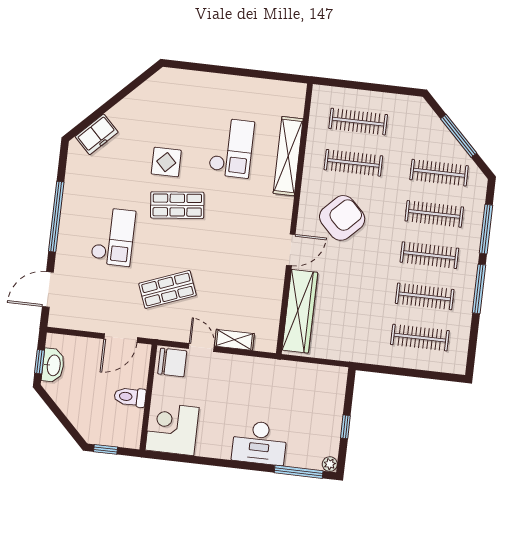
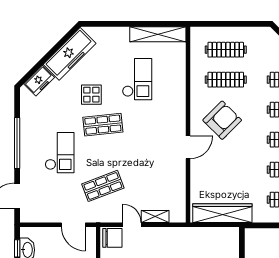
freezer: (143, 102) -> (70, 54), added
shelving: (288, 156) -> (158, 34), moved, turned 90
wardrobe: (300, 311) -> (222, 213), moved, turned -90
door: (121, 338) -> (73, 225), hinge flipped

